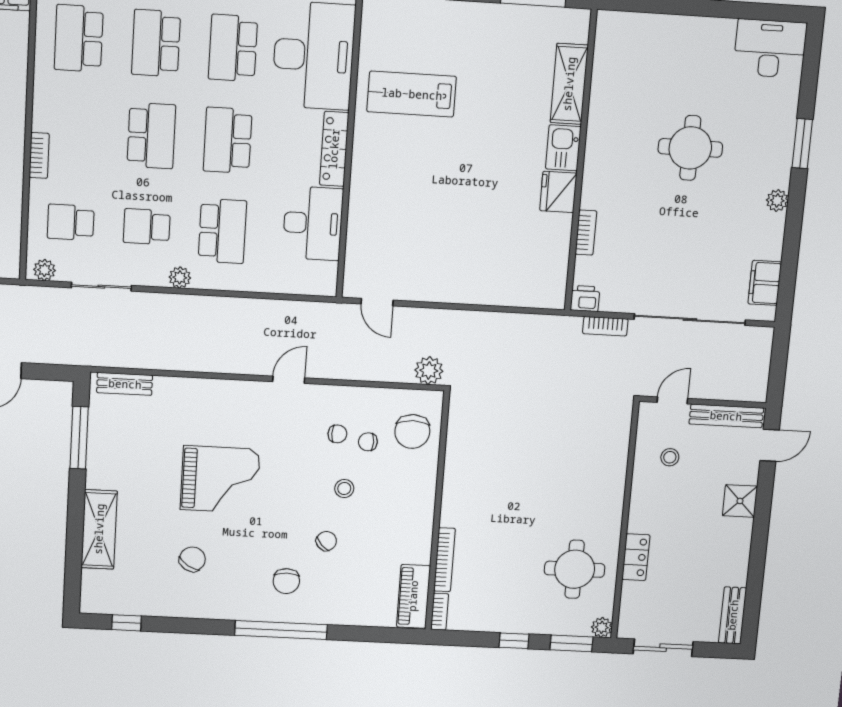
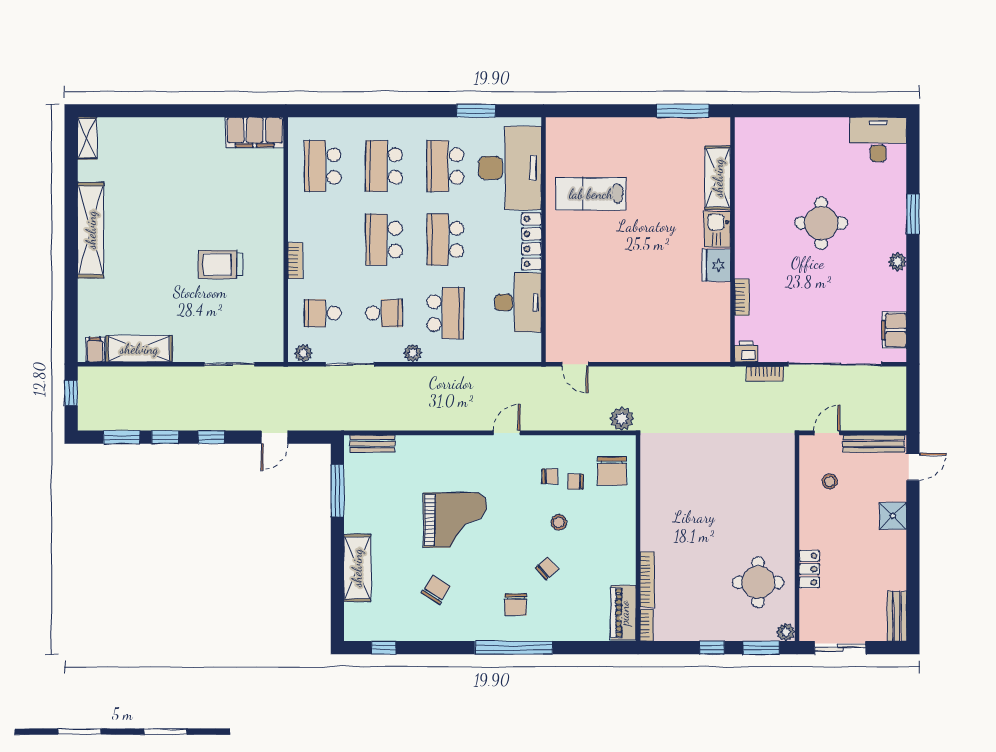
school desk: (151, 136) -> (384, 240), turned 180
school desk: (147, 227) -> (384, 313), turned 180

